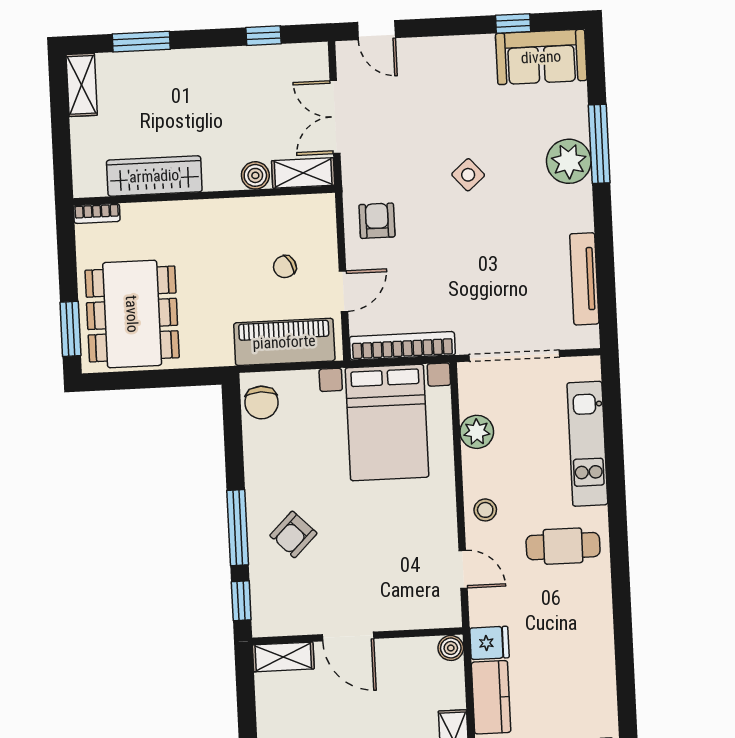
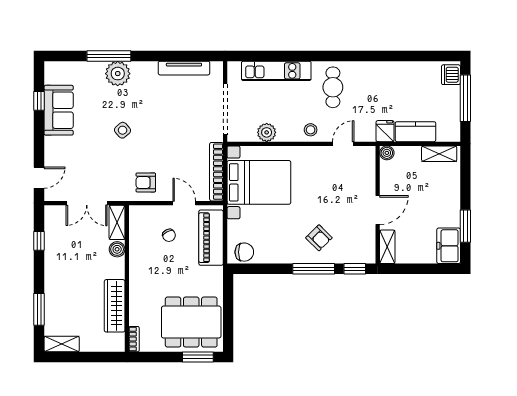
sofa: (541, 57) -> (59, 110), moved

